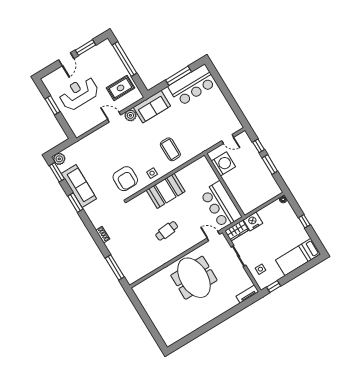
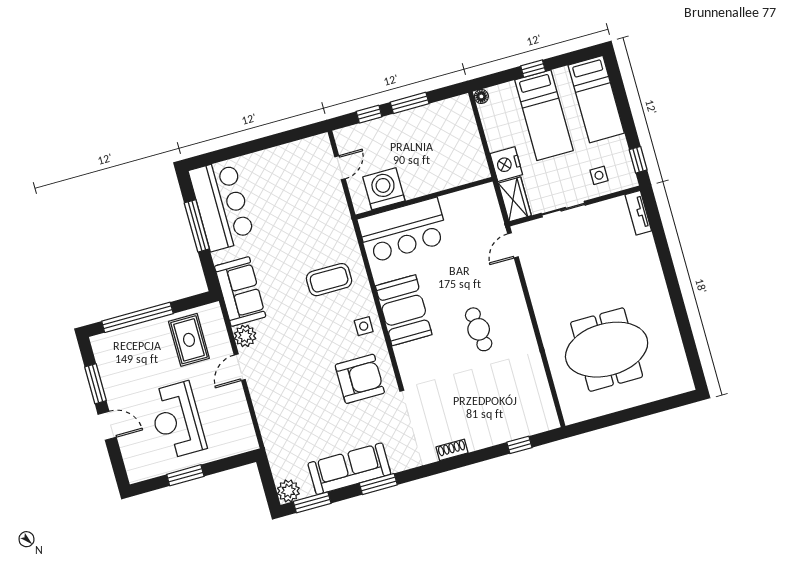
bar counter: (221, 205) -> (403, 230), moved
bed: (283, 233) -> (544, 115), added
window: (115, 267) -> (519, 445), width x0.46
meeting table: (194, 278) -> (607, 350), moved

